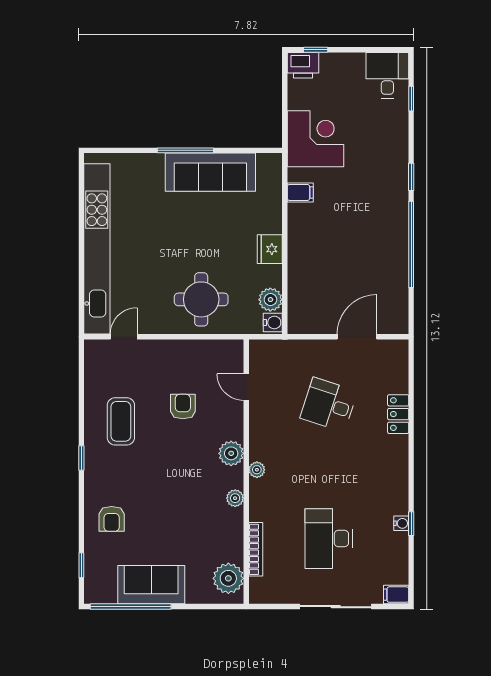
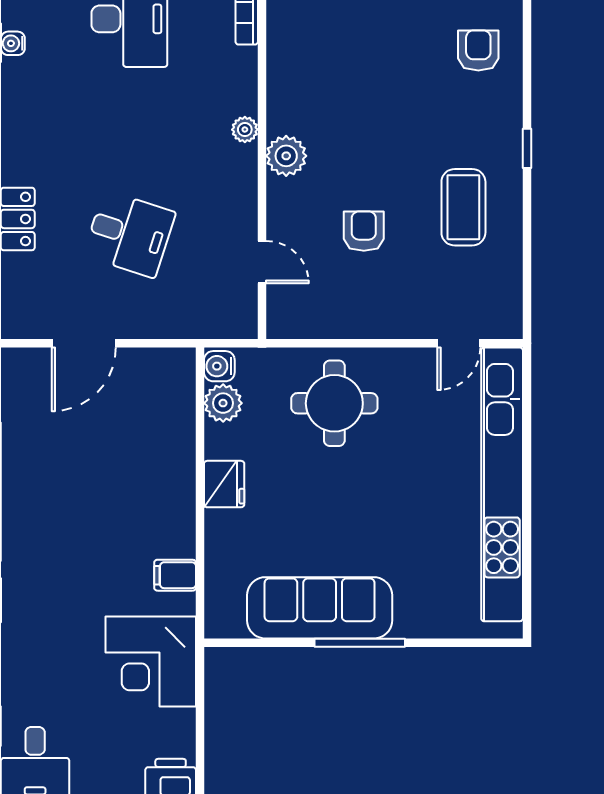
armchair: (183, 407) -> (364, 231), turned 180
plant: (235, 498) -> (280, 84), removed

